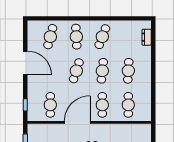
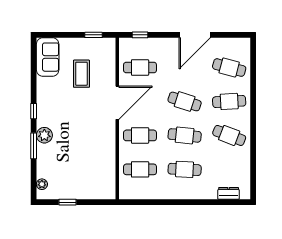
door: (77, 122) -> (117, 103), hinge flipped

